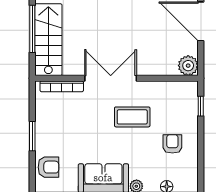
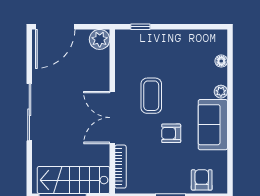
armchair: (172, 144) -> (171, 133), moved

